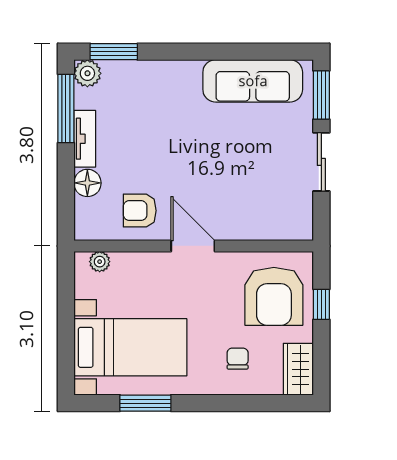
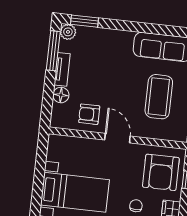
coffee table: (256, 167) -> (159, 97), added
plant: (100, 262) -> (63, 141), removed

